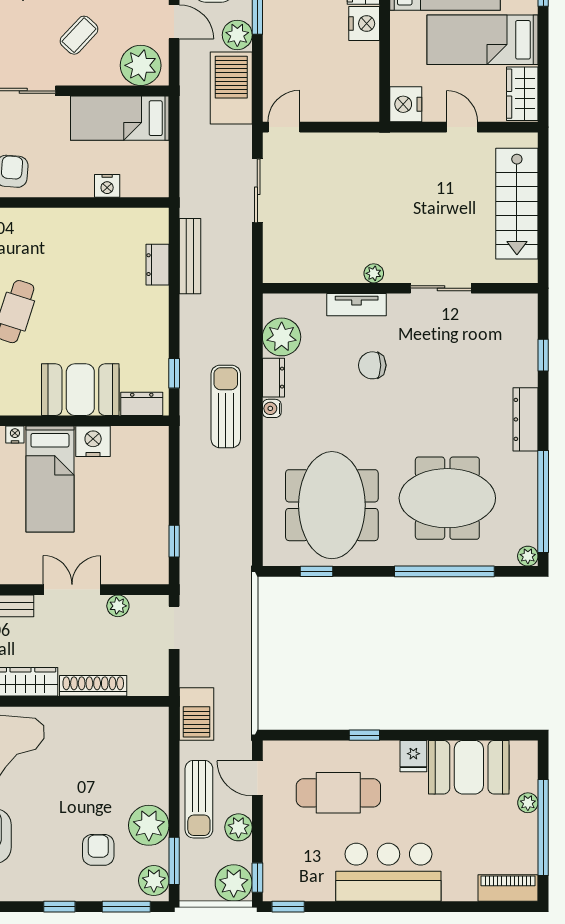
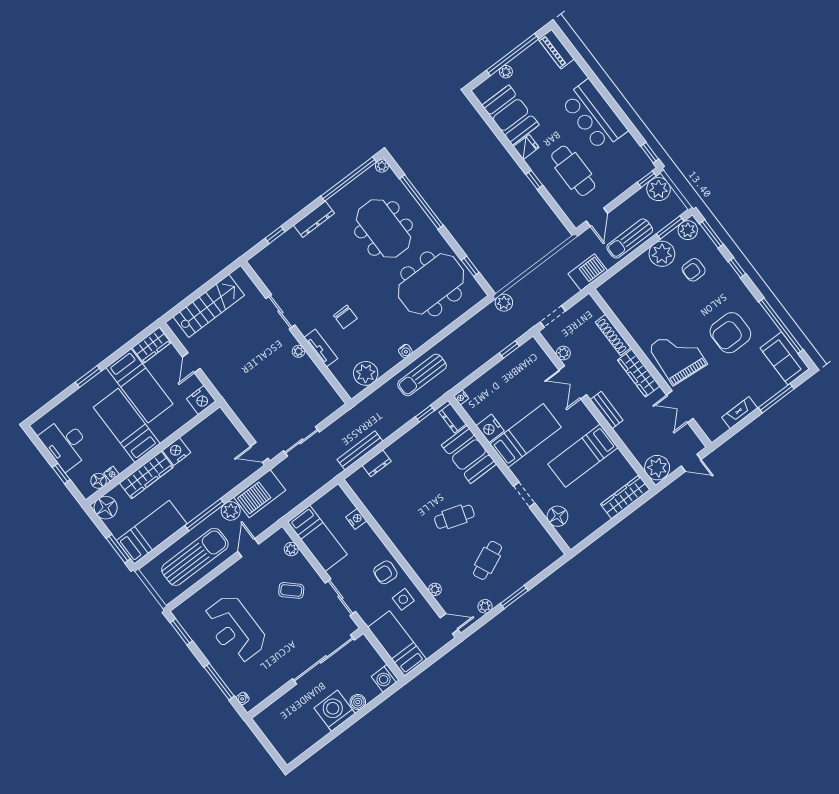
plant: (141, 65) -> (291, 549), width x0.53, depth x0.53
dresser: (273, 378) -> (389, 362), removed
nightstand: (15, 435) -> (461, 397), moved
sun lounger: (199, 799) -> (630, 239), turned 180
plant: (238, 827) -> (504, 303), moved

